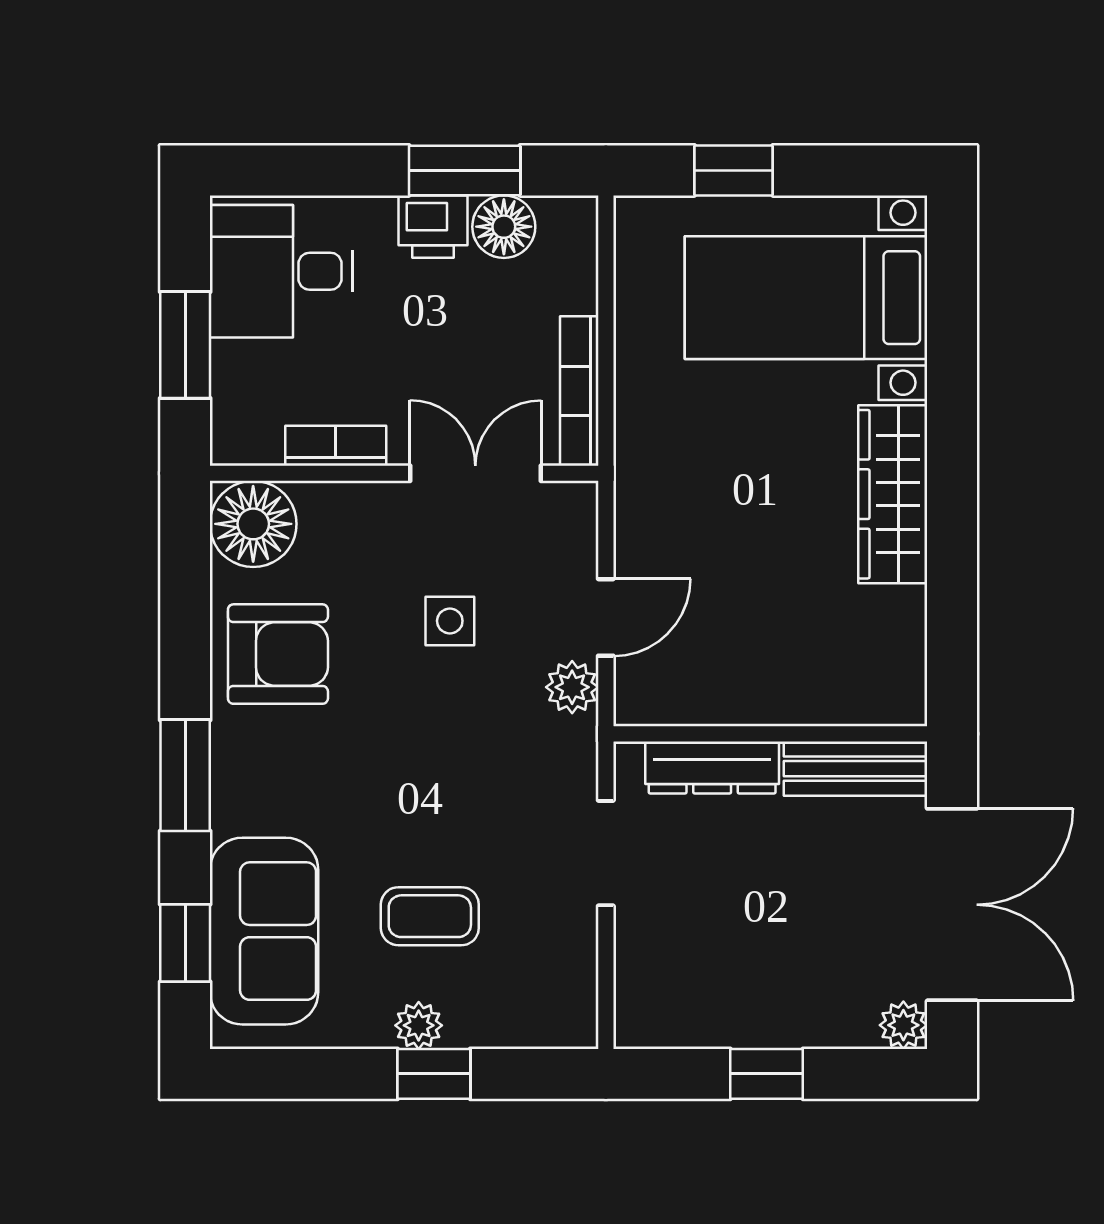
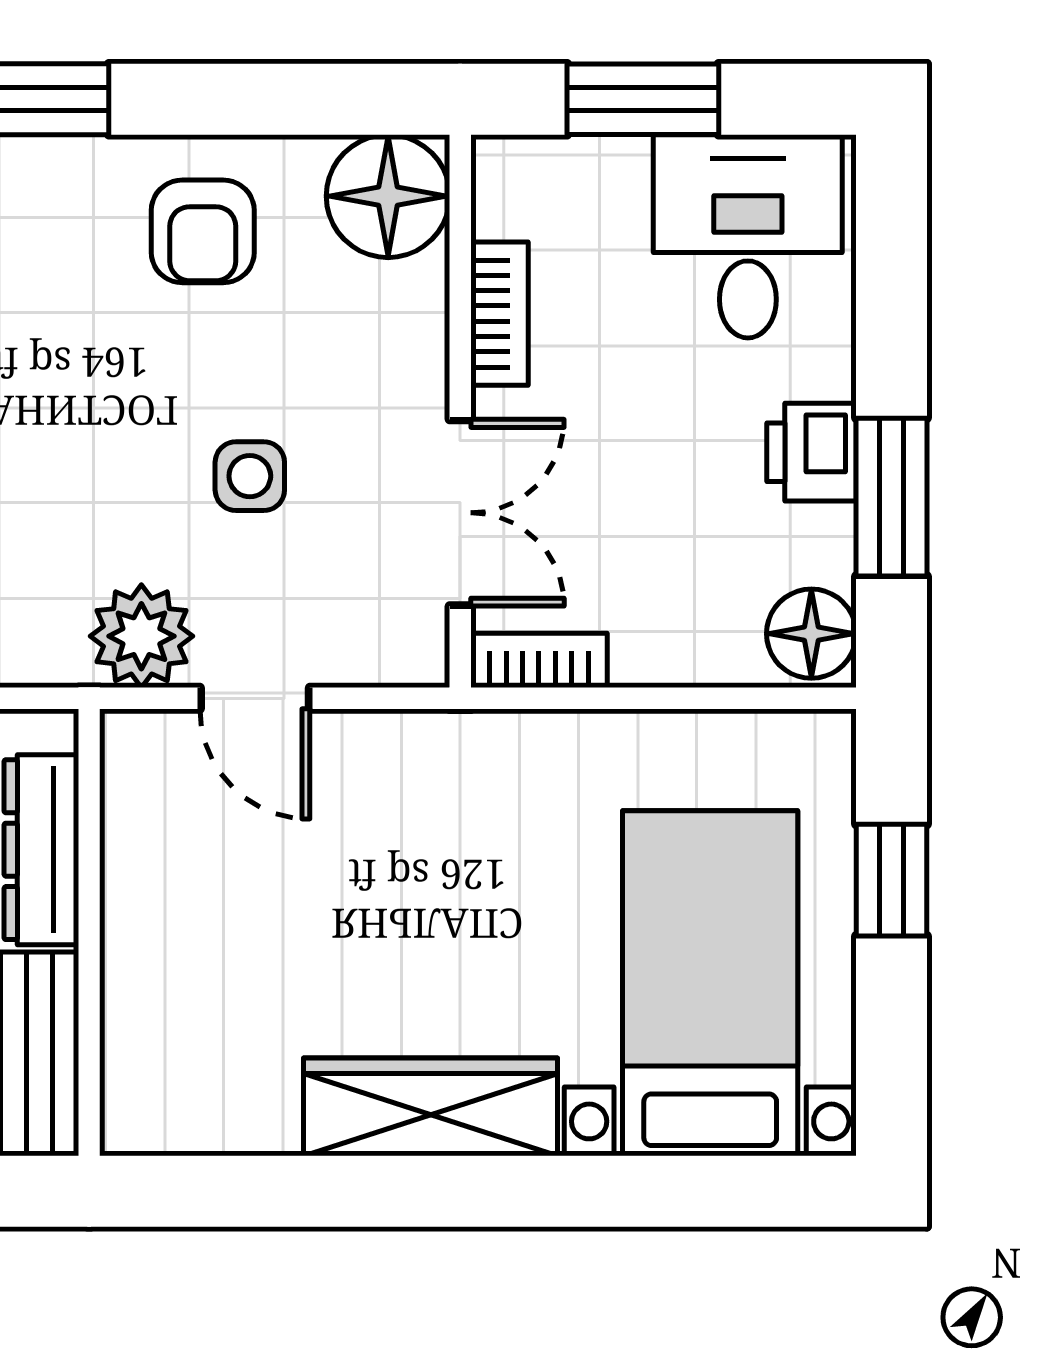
floor lamp: (504, 227) -> (811, 634), moved
bookcase: (579, 391) -> (539, 660), width x0.64
armchair: (278, 654) -> (203, 231), width x0.72, depth x0.72
plant: (572, 687) -> (141, 636), width x1.38, depth x1.38

